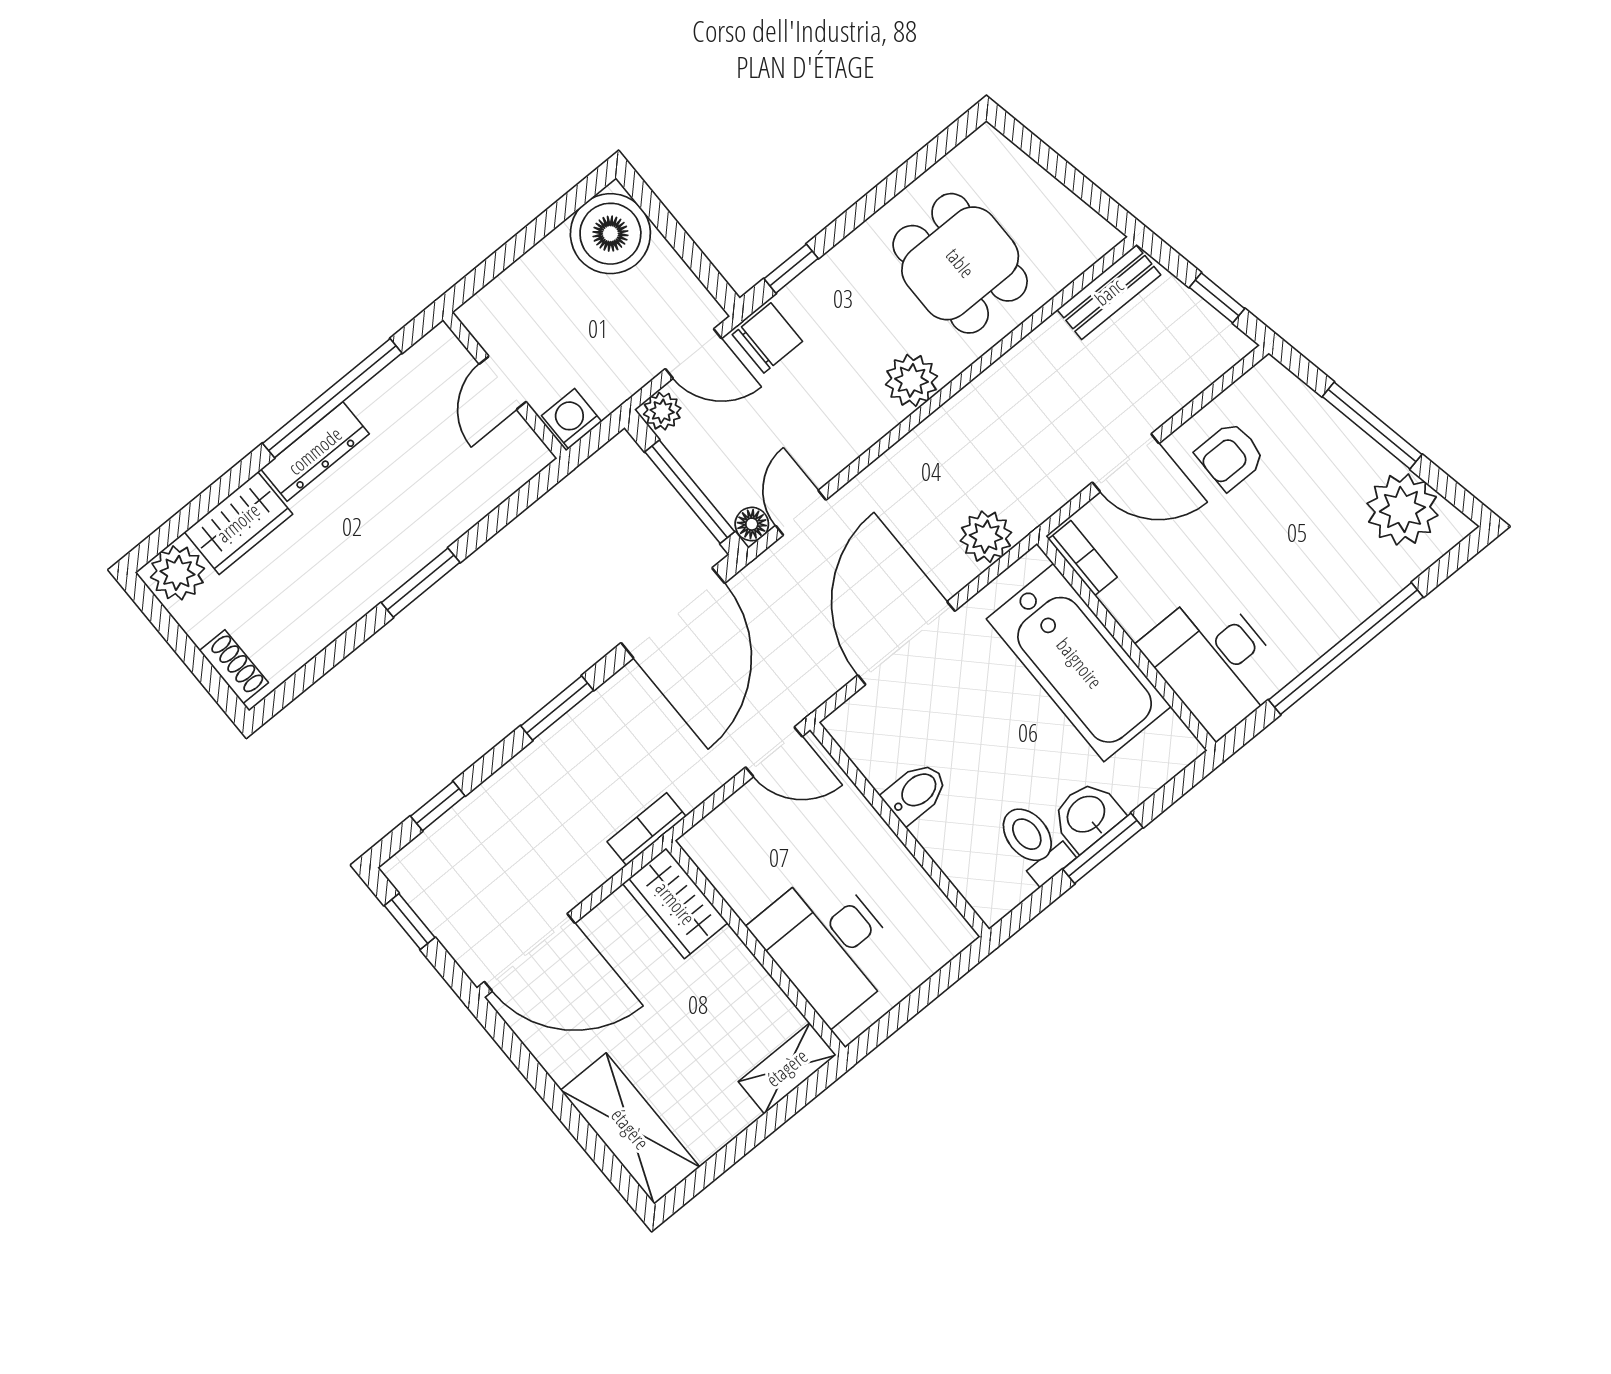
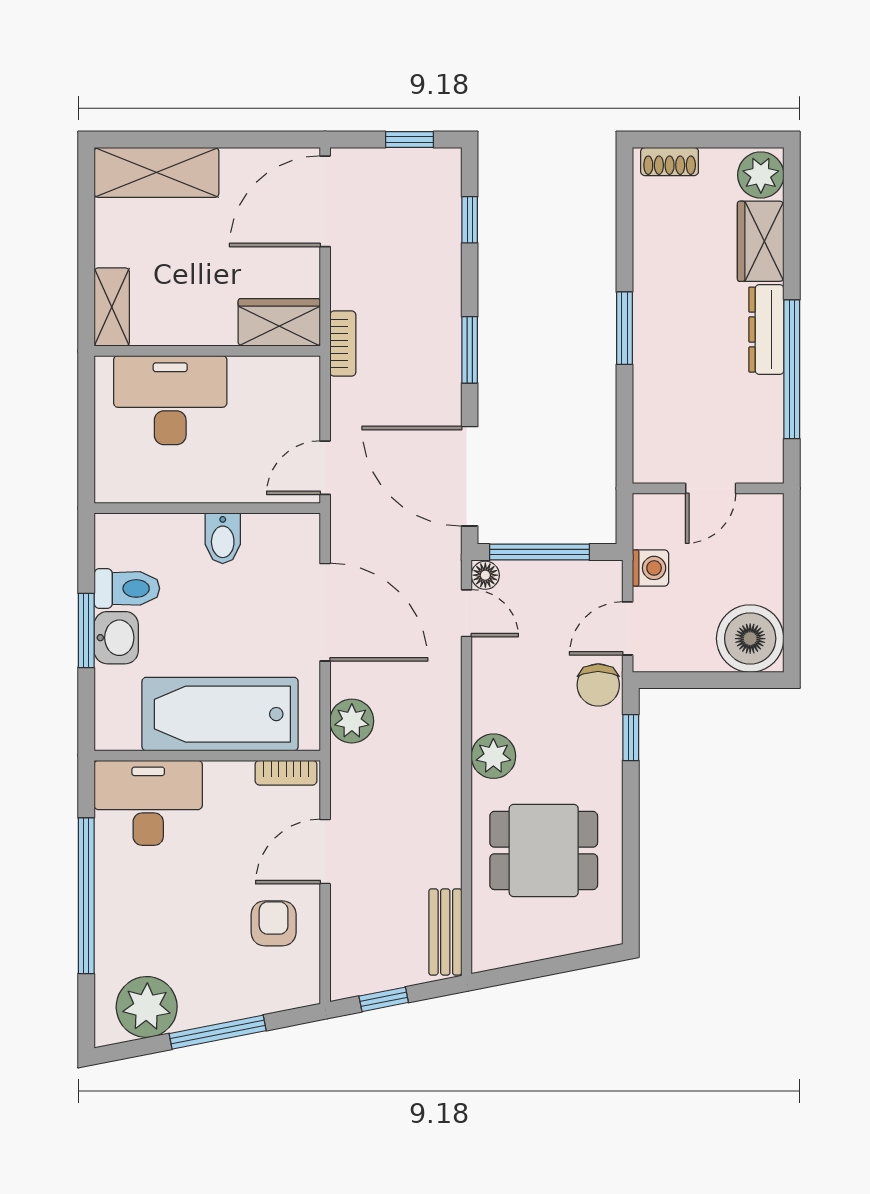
door: (503, 383) -> (711, 488), swing flipped
plant: (662, 411) -> (607, 577), removed
washing machine: (572, 419) -> (650, 568), moved

